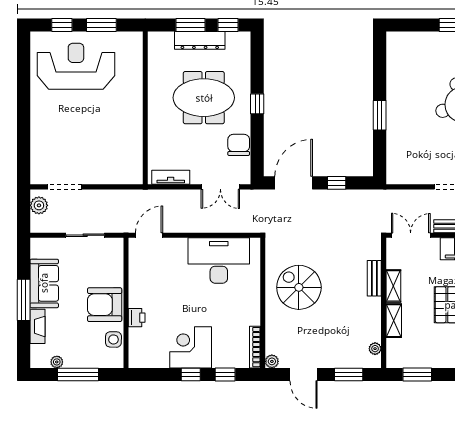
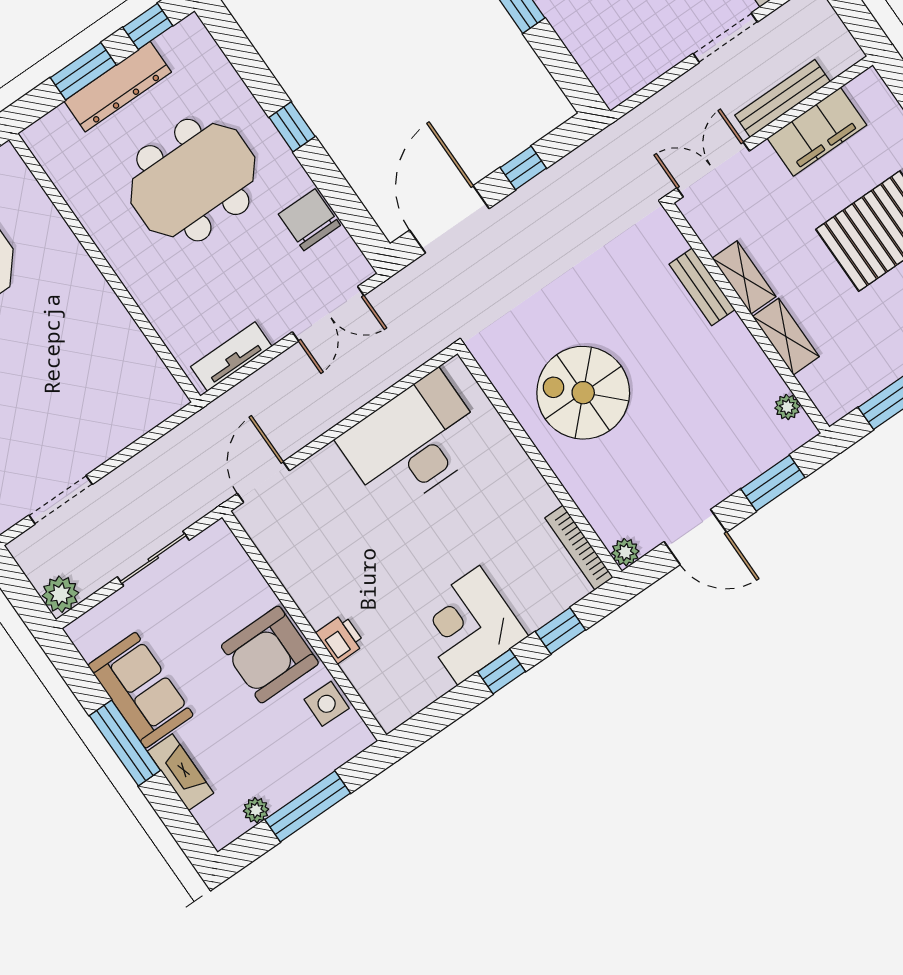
plant: (39, 205) -> (60, 594), moved

